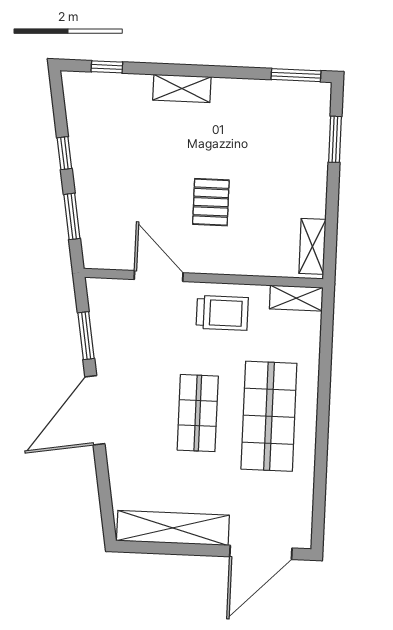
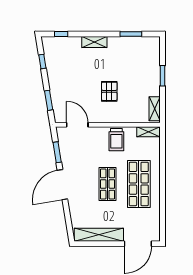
window: (296, 75) -> (131, 34), moved
window: (335, 139) -> (162, 76), moved
window: (64, 153) -> (42, 62), moved
door: (159, 276) -> (77, 125), moved
trolley: (222, 313) -> (116, 140), turned 90

